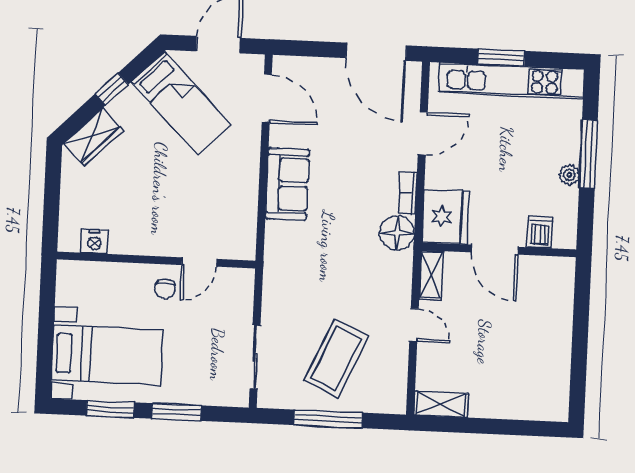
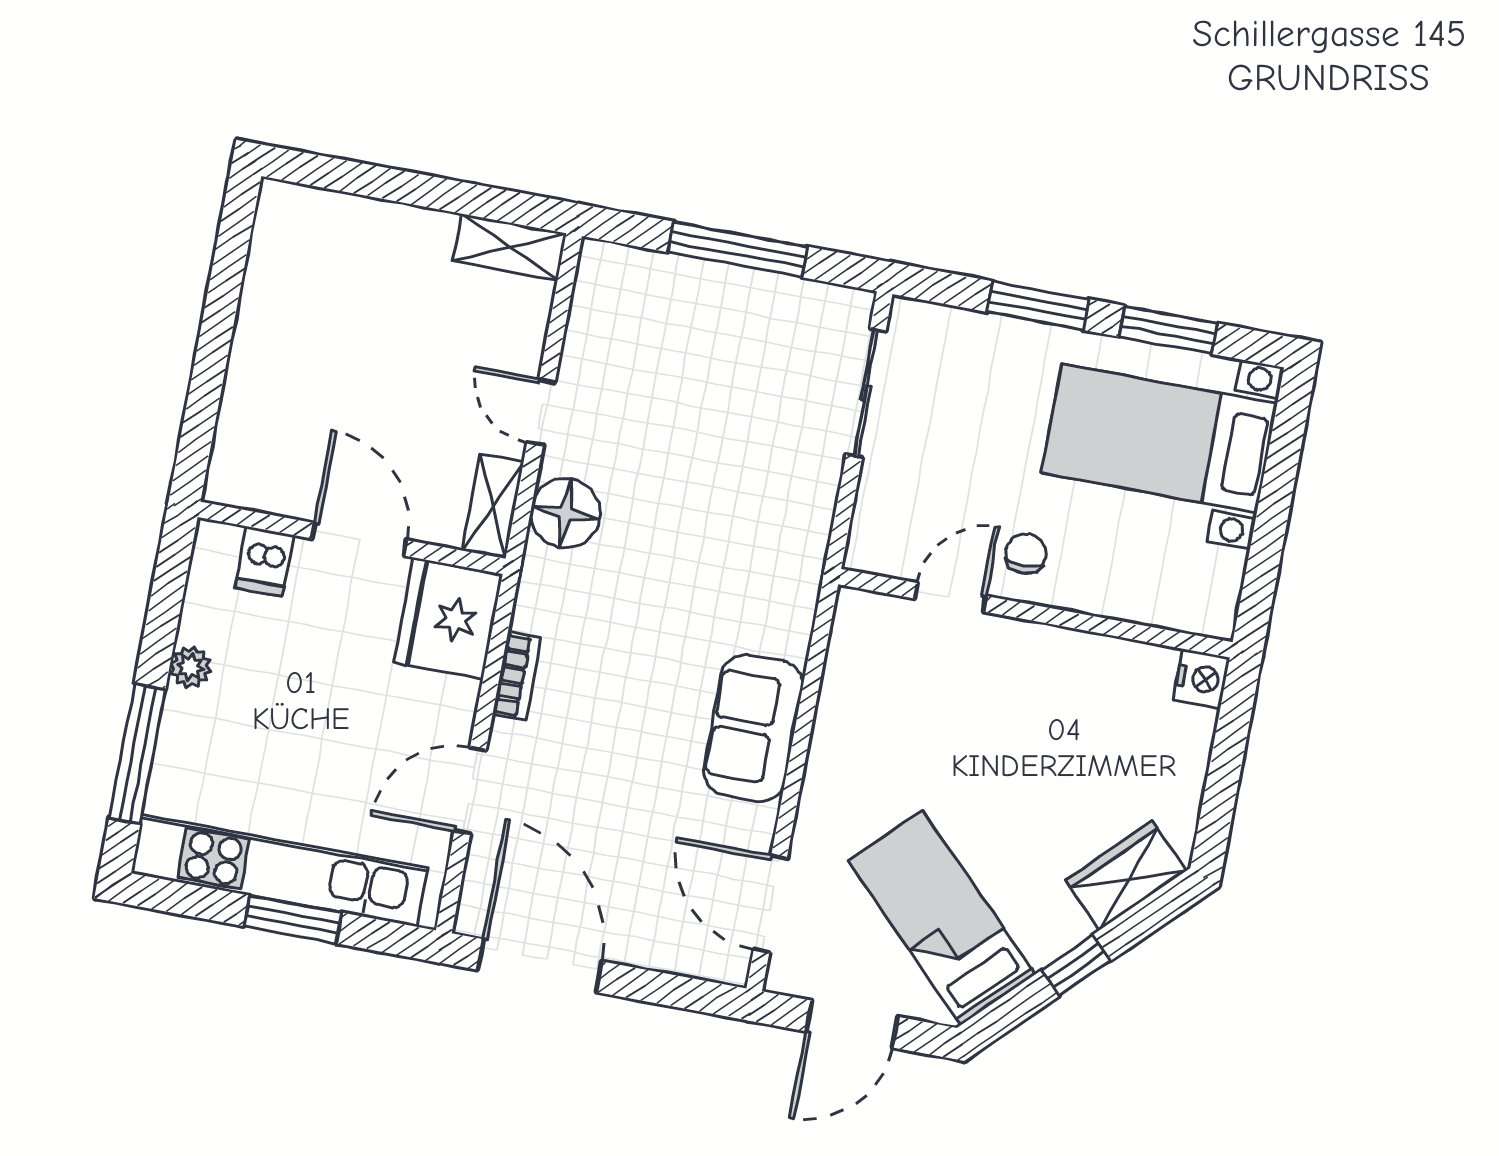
window: (588, 154) -> (137, 754), moved
floor lamp: (397, 233) -> (565, 513), moved
nightstand: (94, 241) -> (1202, 679), moved, turned 90
coffee table: (336, 358) -> (705, 368), removed

